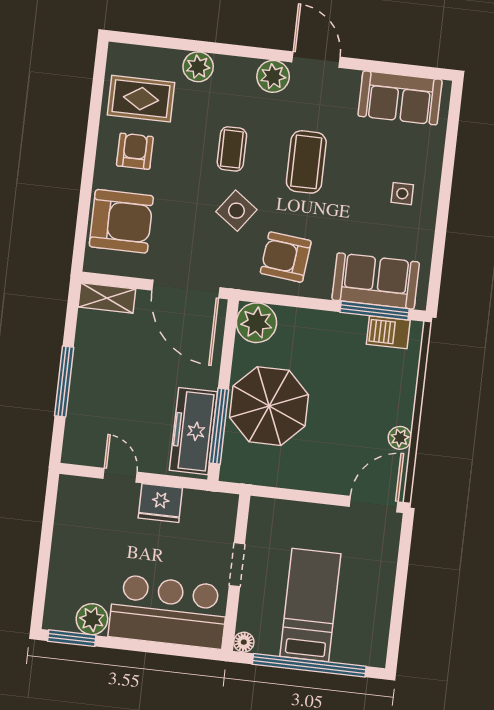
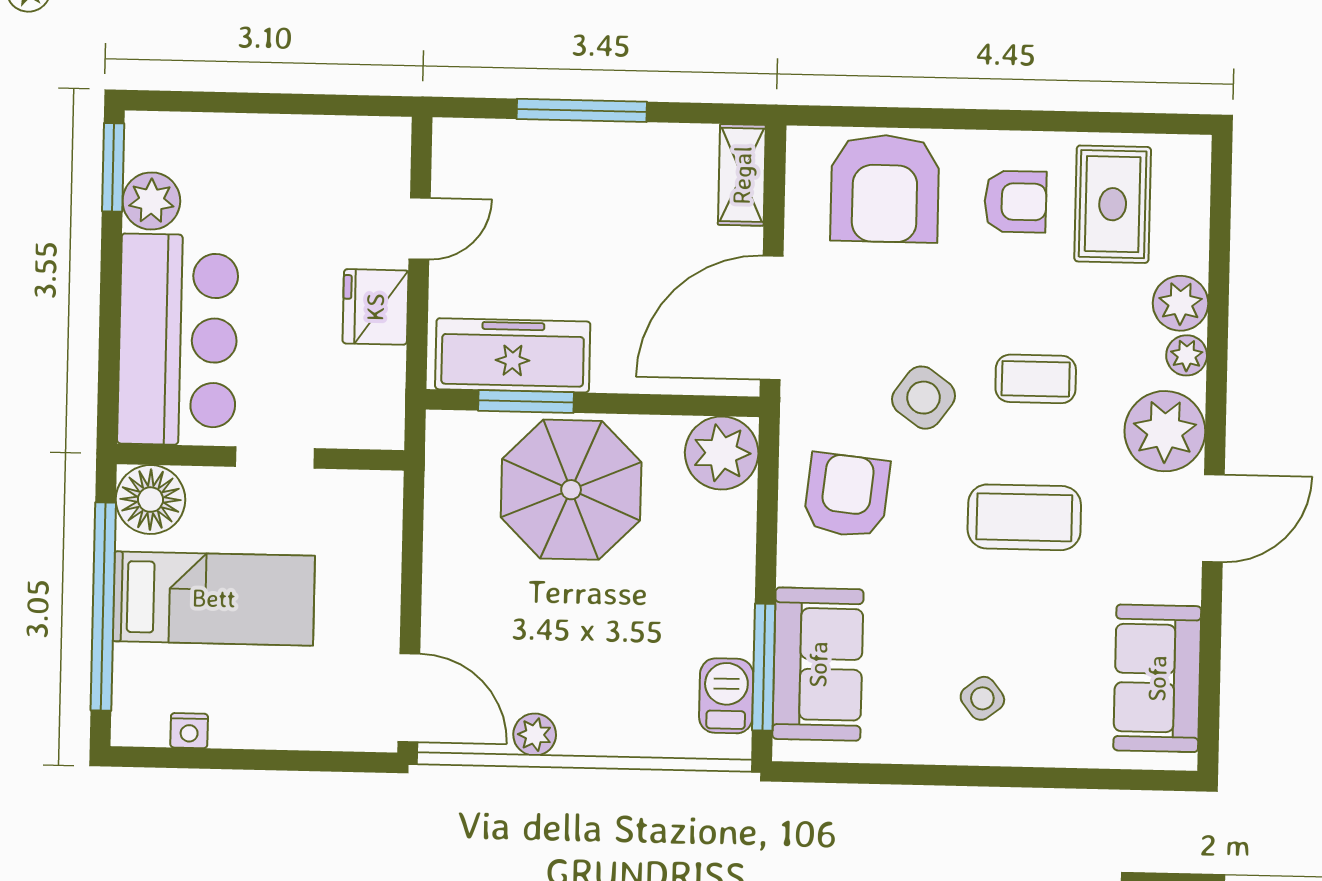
plant: (227, 66) -> (1187, 355), added
plant: (273, 76) -> (1165, 431), width x1.36, depth x1.36
side table: (402, 194) -> (982, 698), turned -38
window: (219, 426) -> (526, 402), width x0.69
nightstand: (381, 625) -> (189, 731), added
floor lamp: (244, 642) -> (151, 500), width x1.89, depth x1.89

